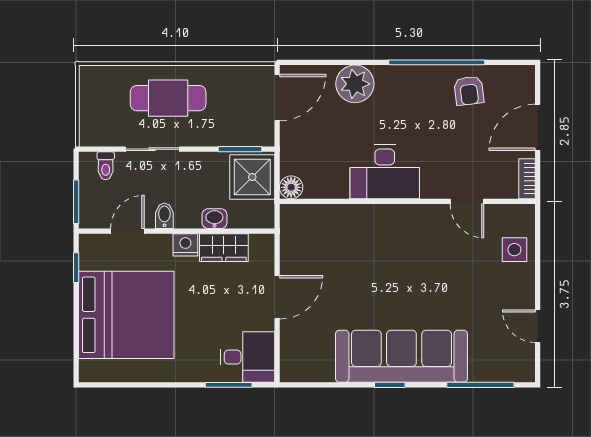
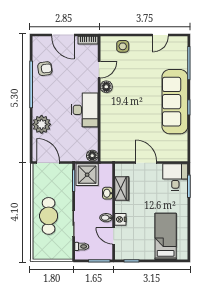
floor lamp: (432, 216) -> (106, 87), added
nightstand: (185, 245) -> (120, 219), moved
bed: (126, 315) -> (166, 236), width x0.49

